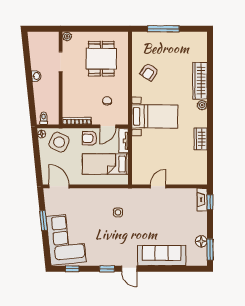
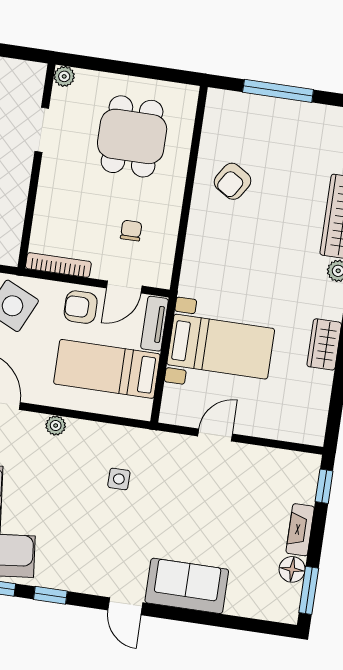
bed with nightstands: (155, 116) -> (221, 347), moved
plant: (86, 193) -> (56, 426), added
fireplace: (202, 200) -> (300, 530), moved
sofa: (162, 256) -> (187, 586), width x0.73
window: (107, 269) -> (50, 595), moved

